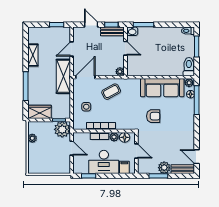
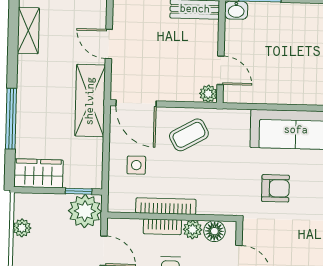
door: (125, 48) -> (221, 70), moved
door: (72, 49) -> (109, 44), hinge flipped
shelving: (33, 55) -> (28, 31), moved
door: (85, 77) -> (136, 103), swing flipped

